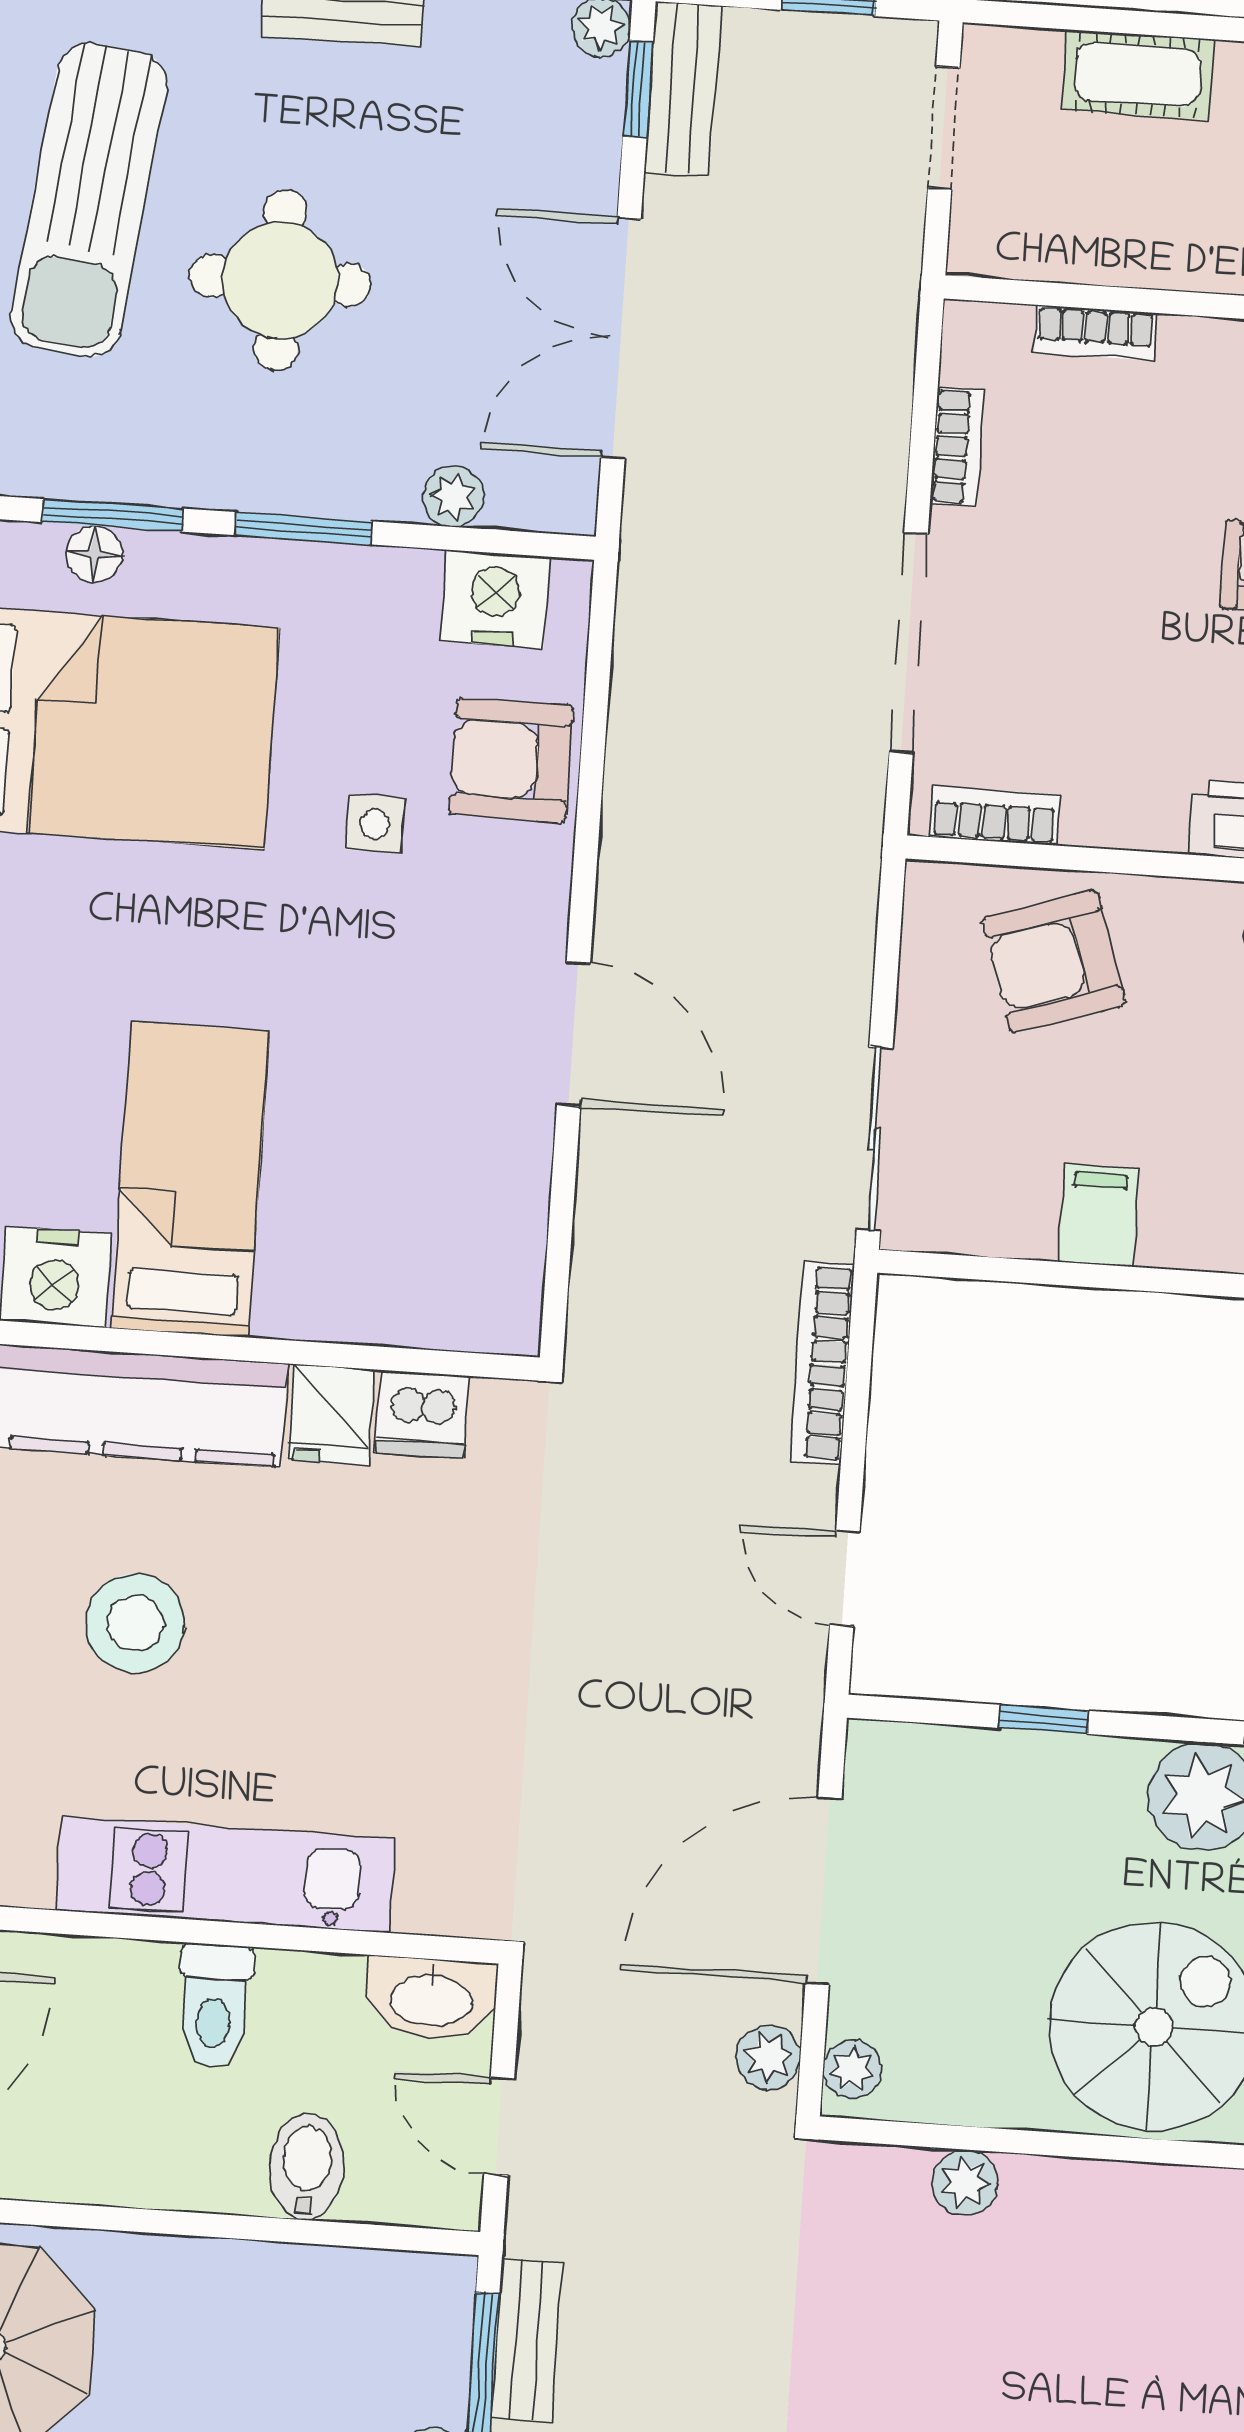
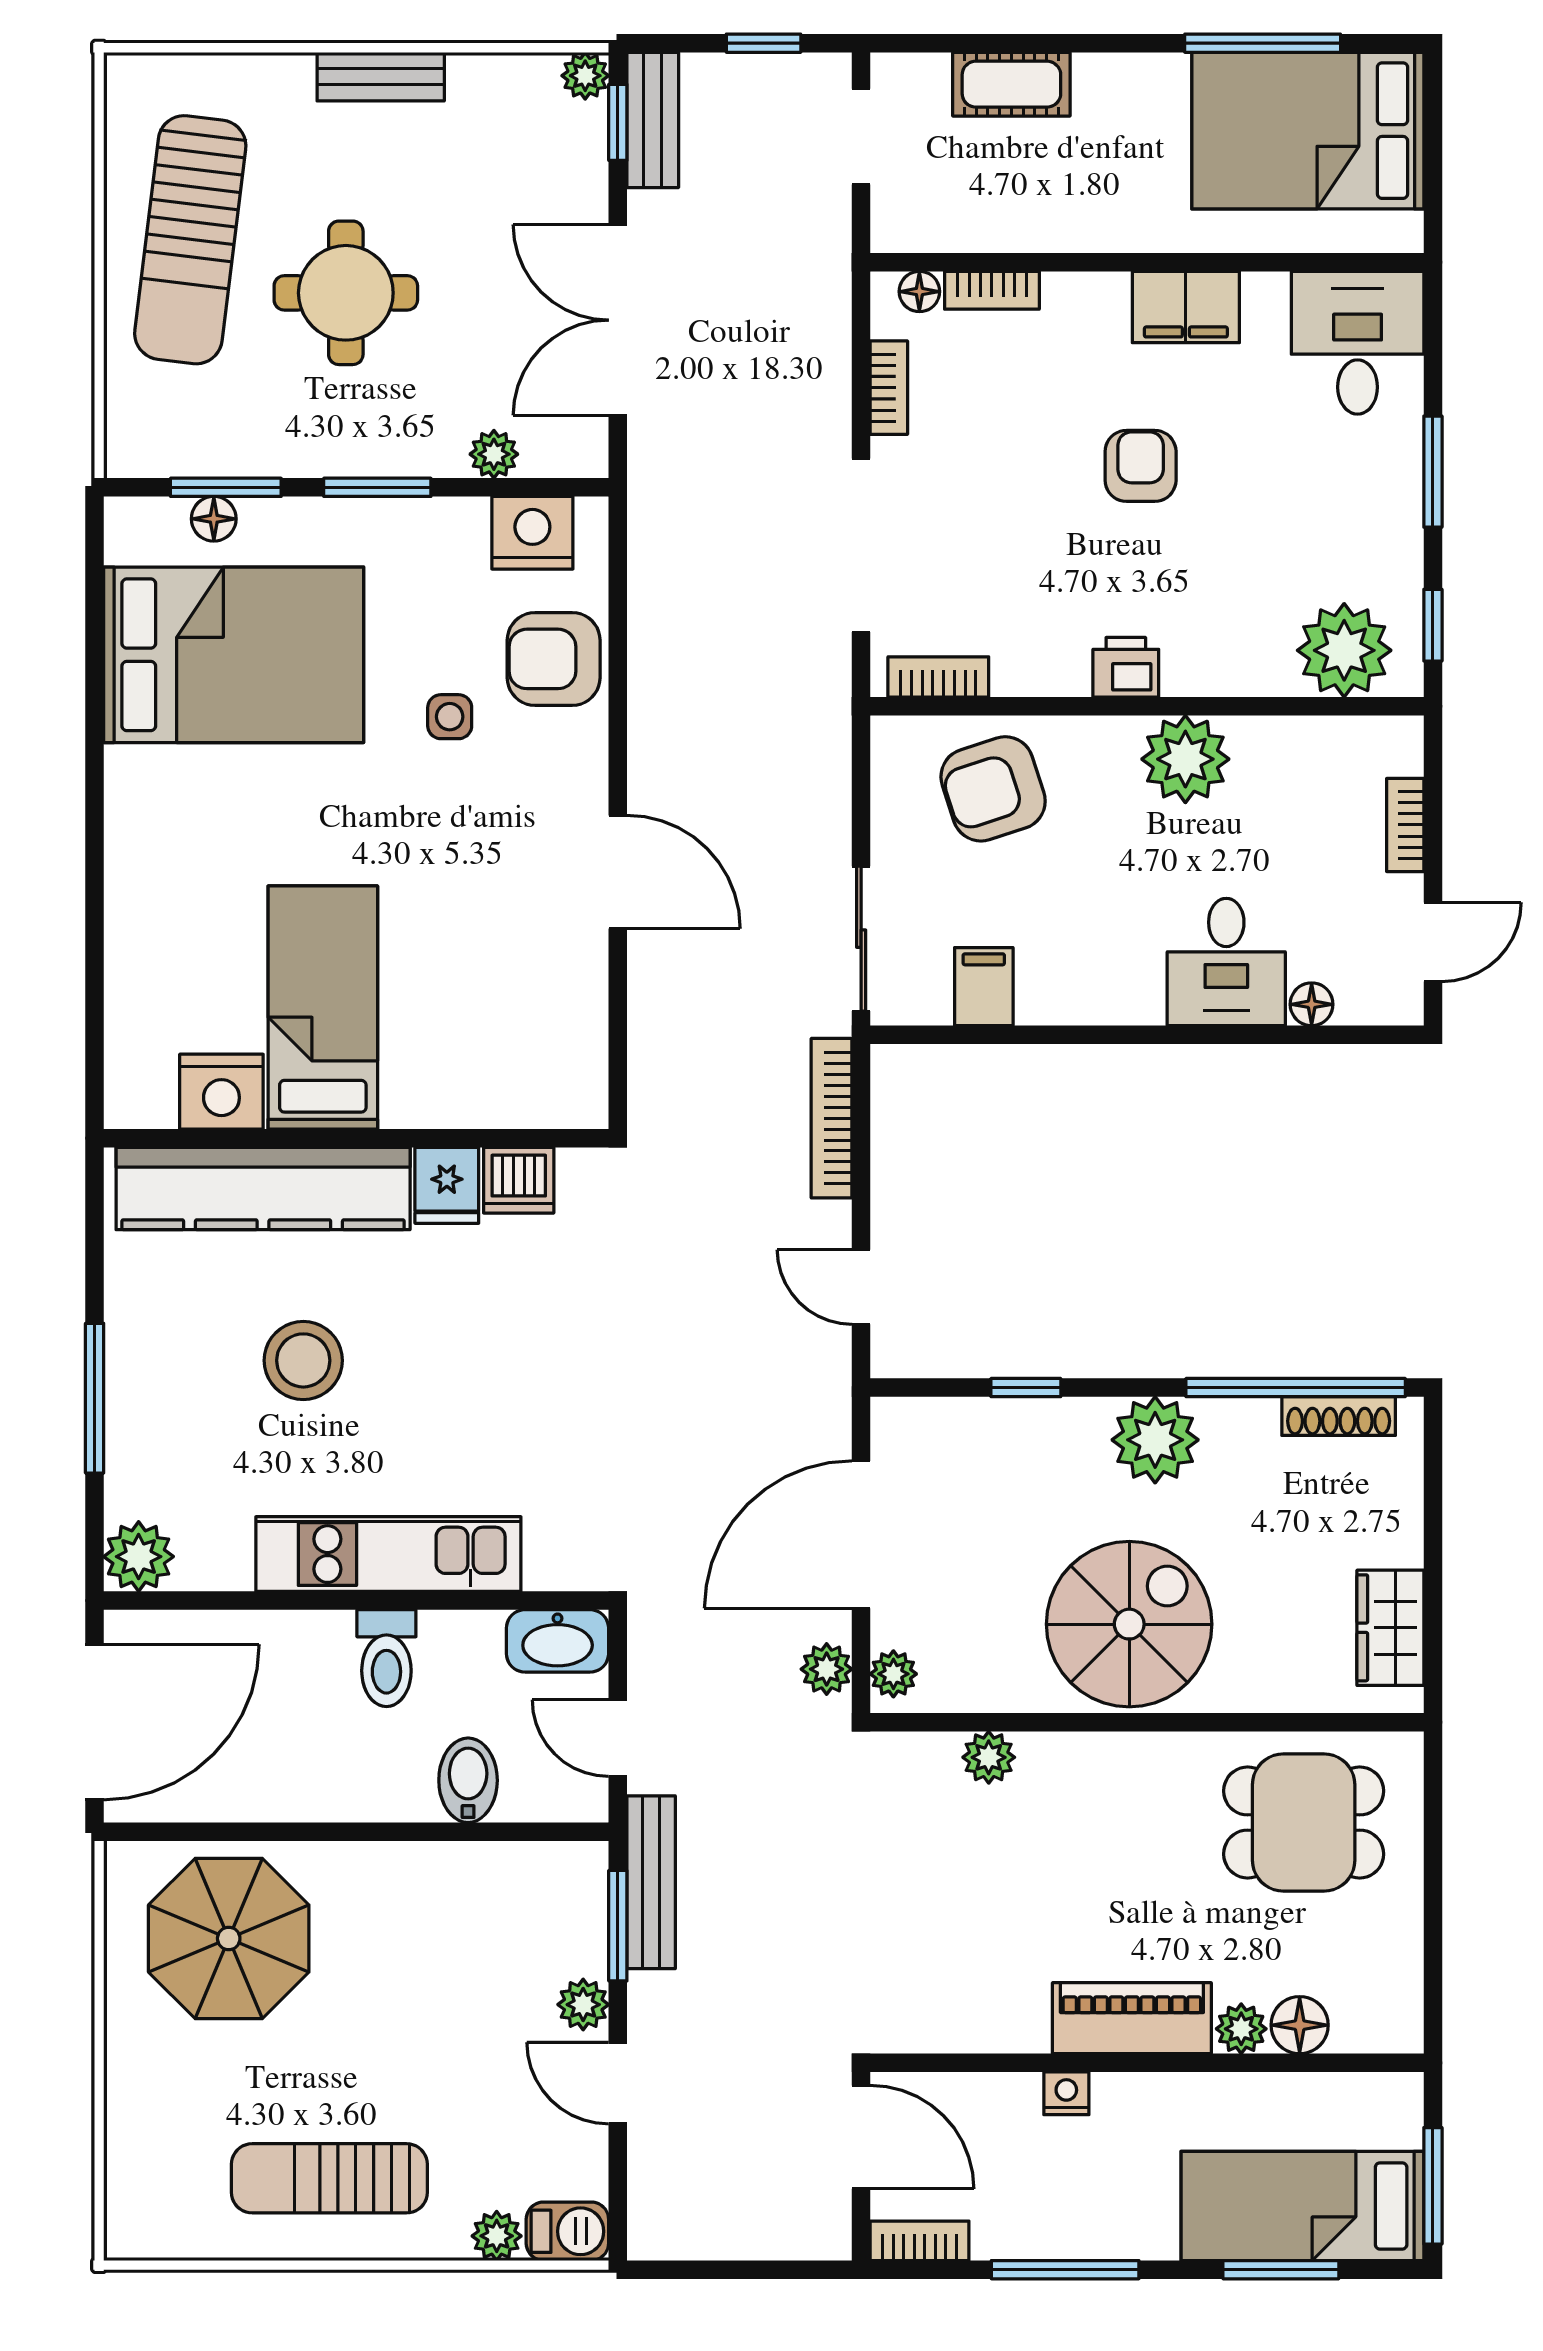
floor lamp: (1004, 328) -> (919, 292), added
filing cabinet: (1099, 1215) -> (984, 987), moved
bench: (527, 2340) -> (651, 1882), width x1.36

